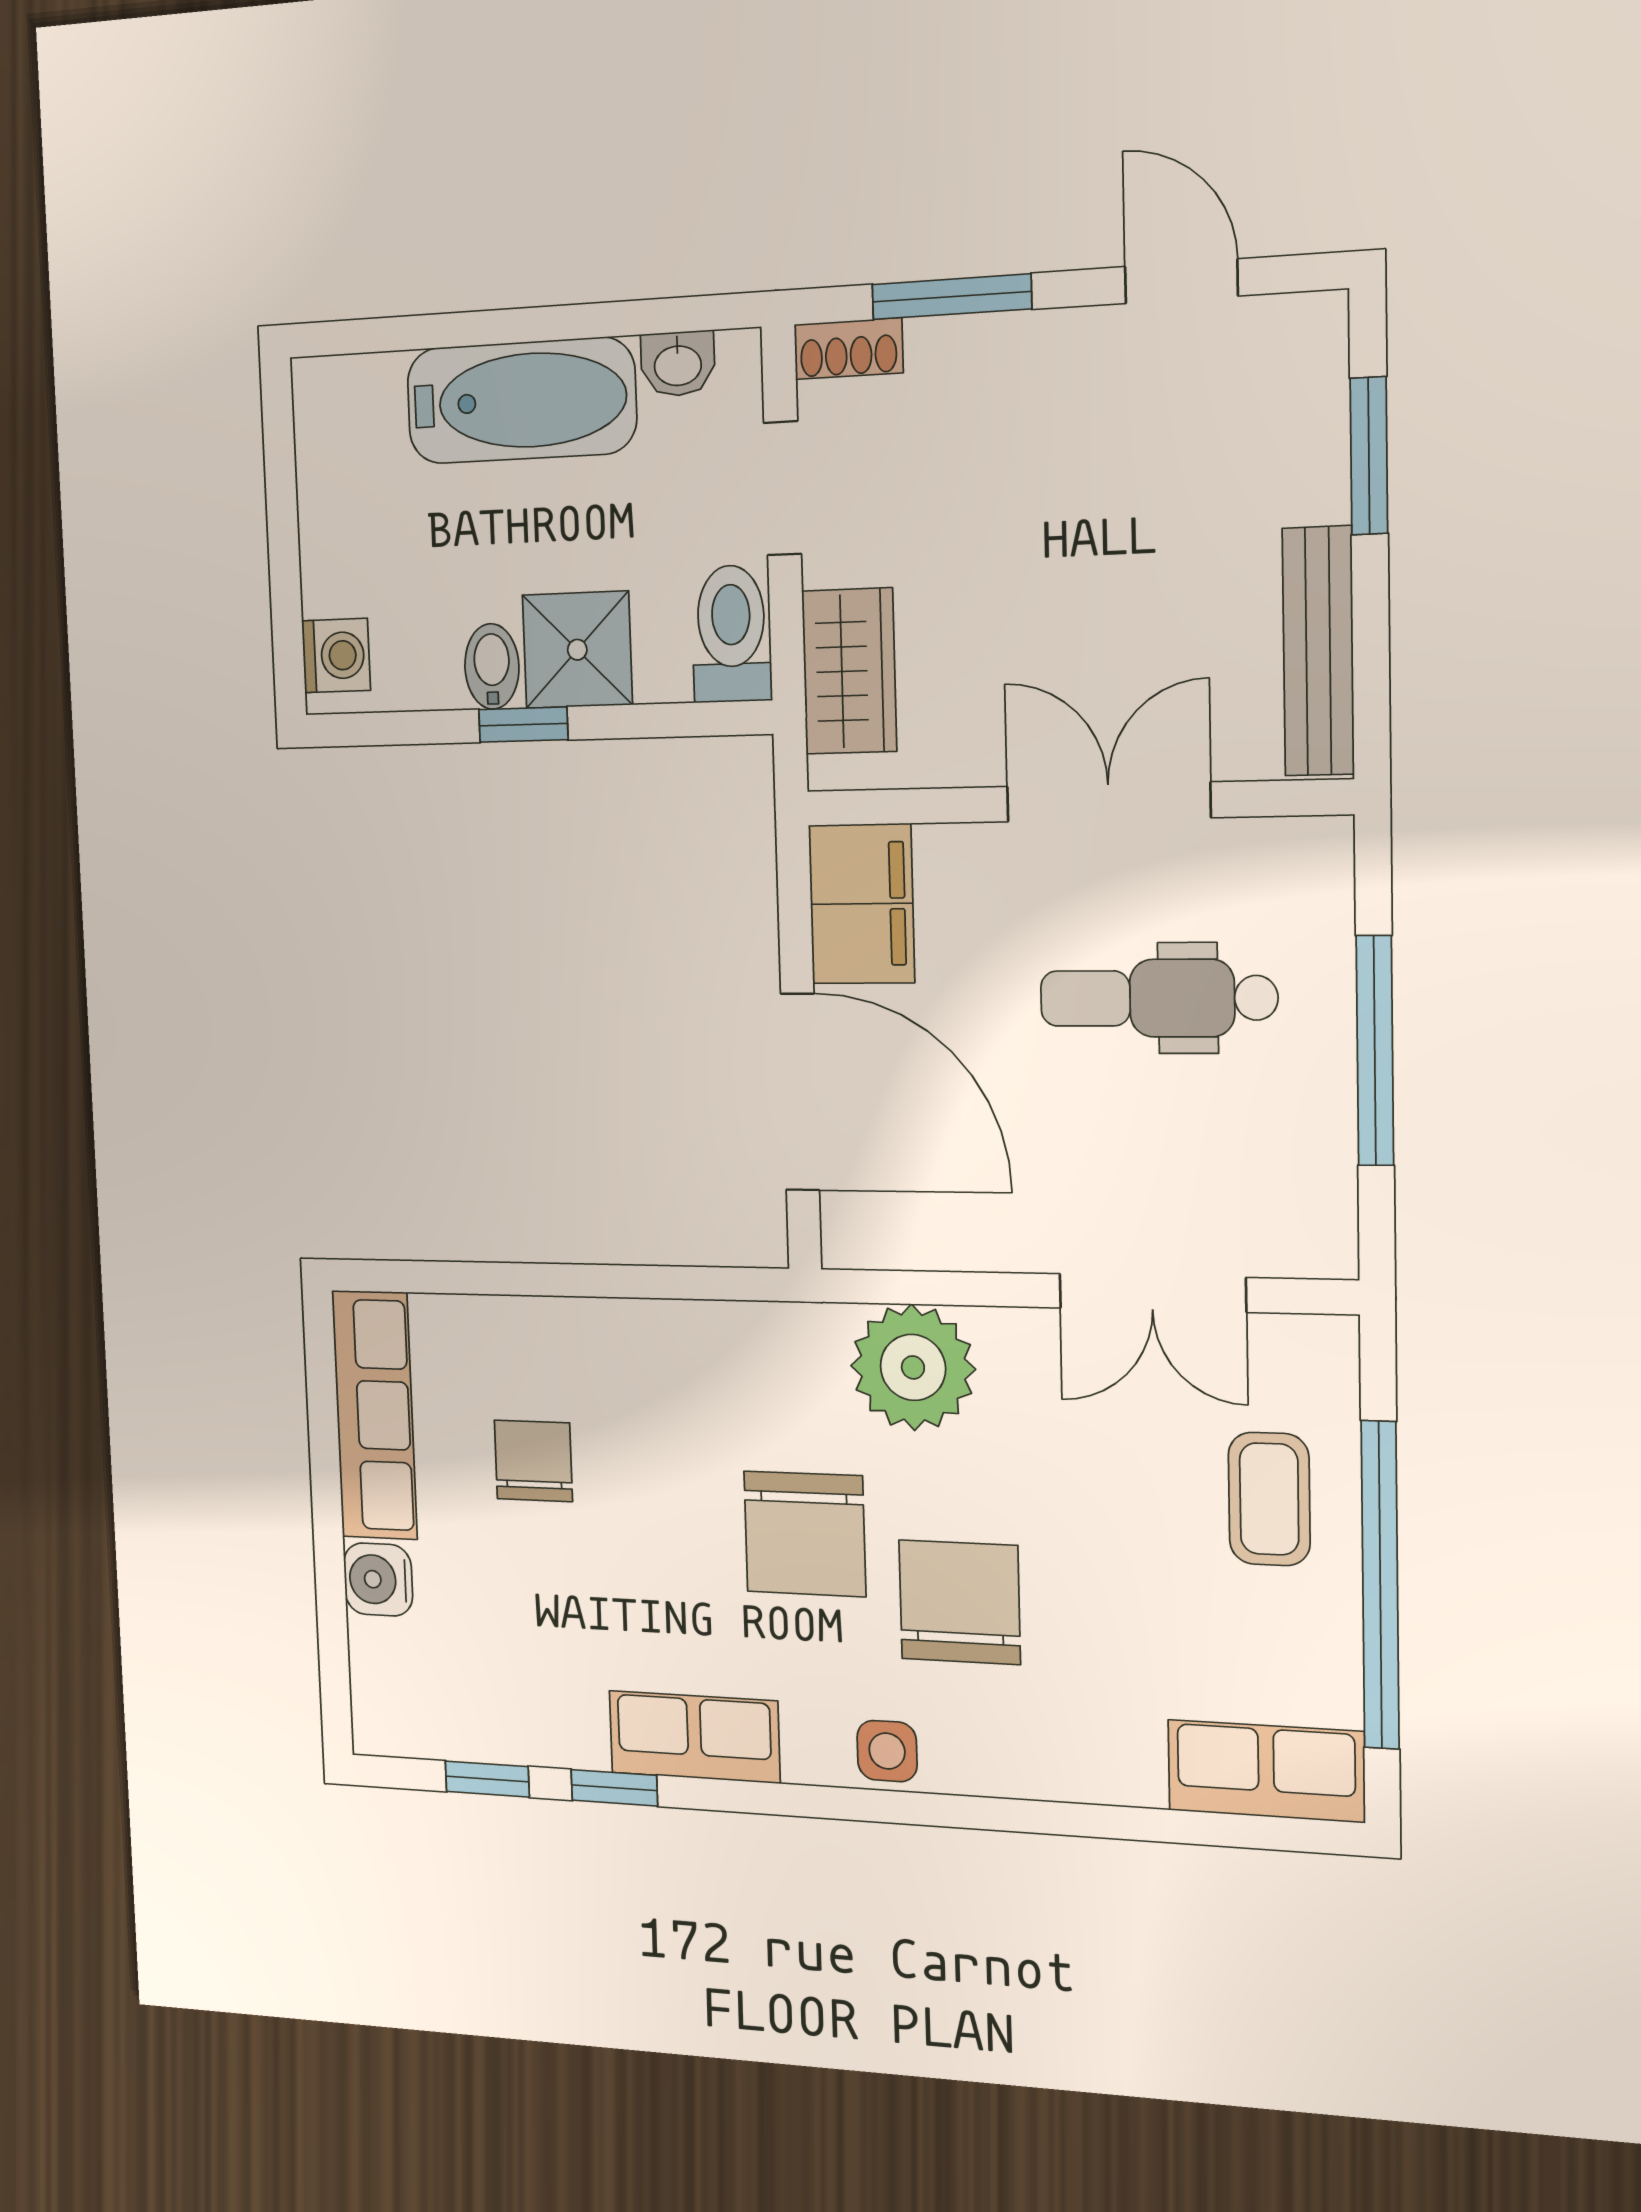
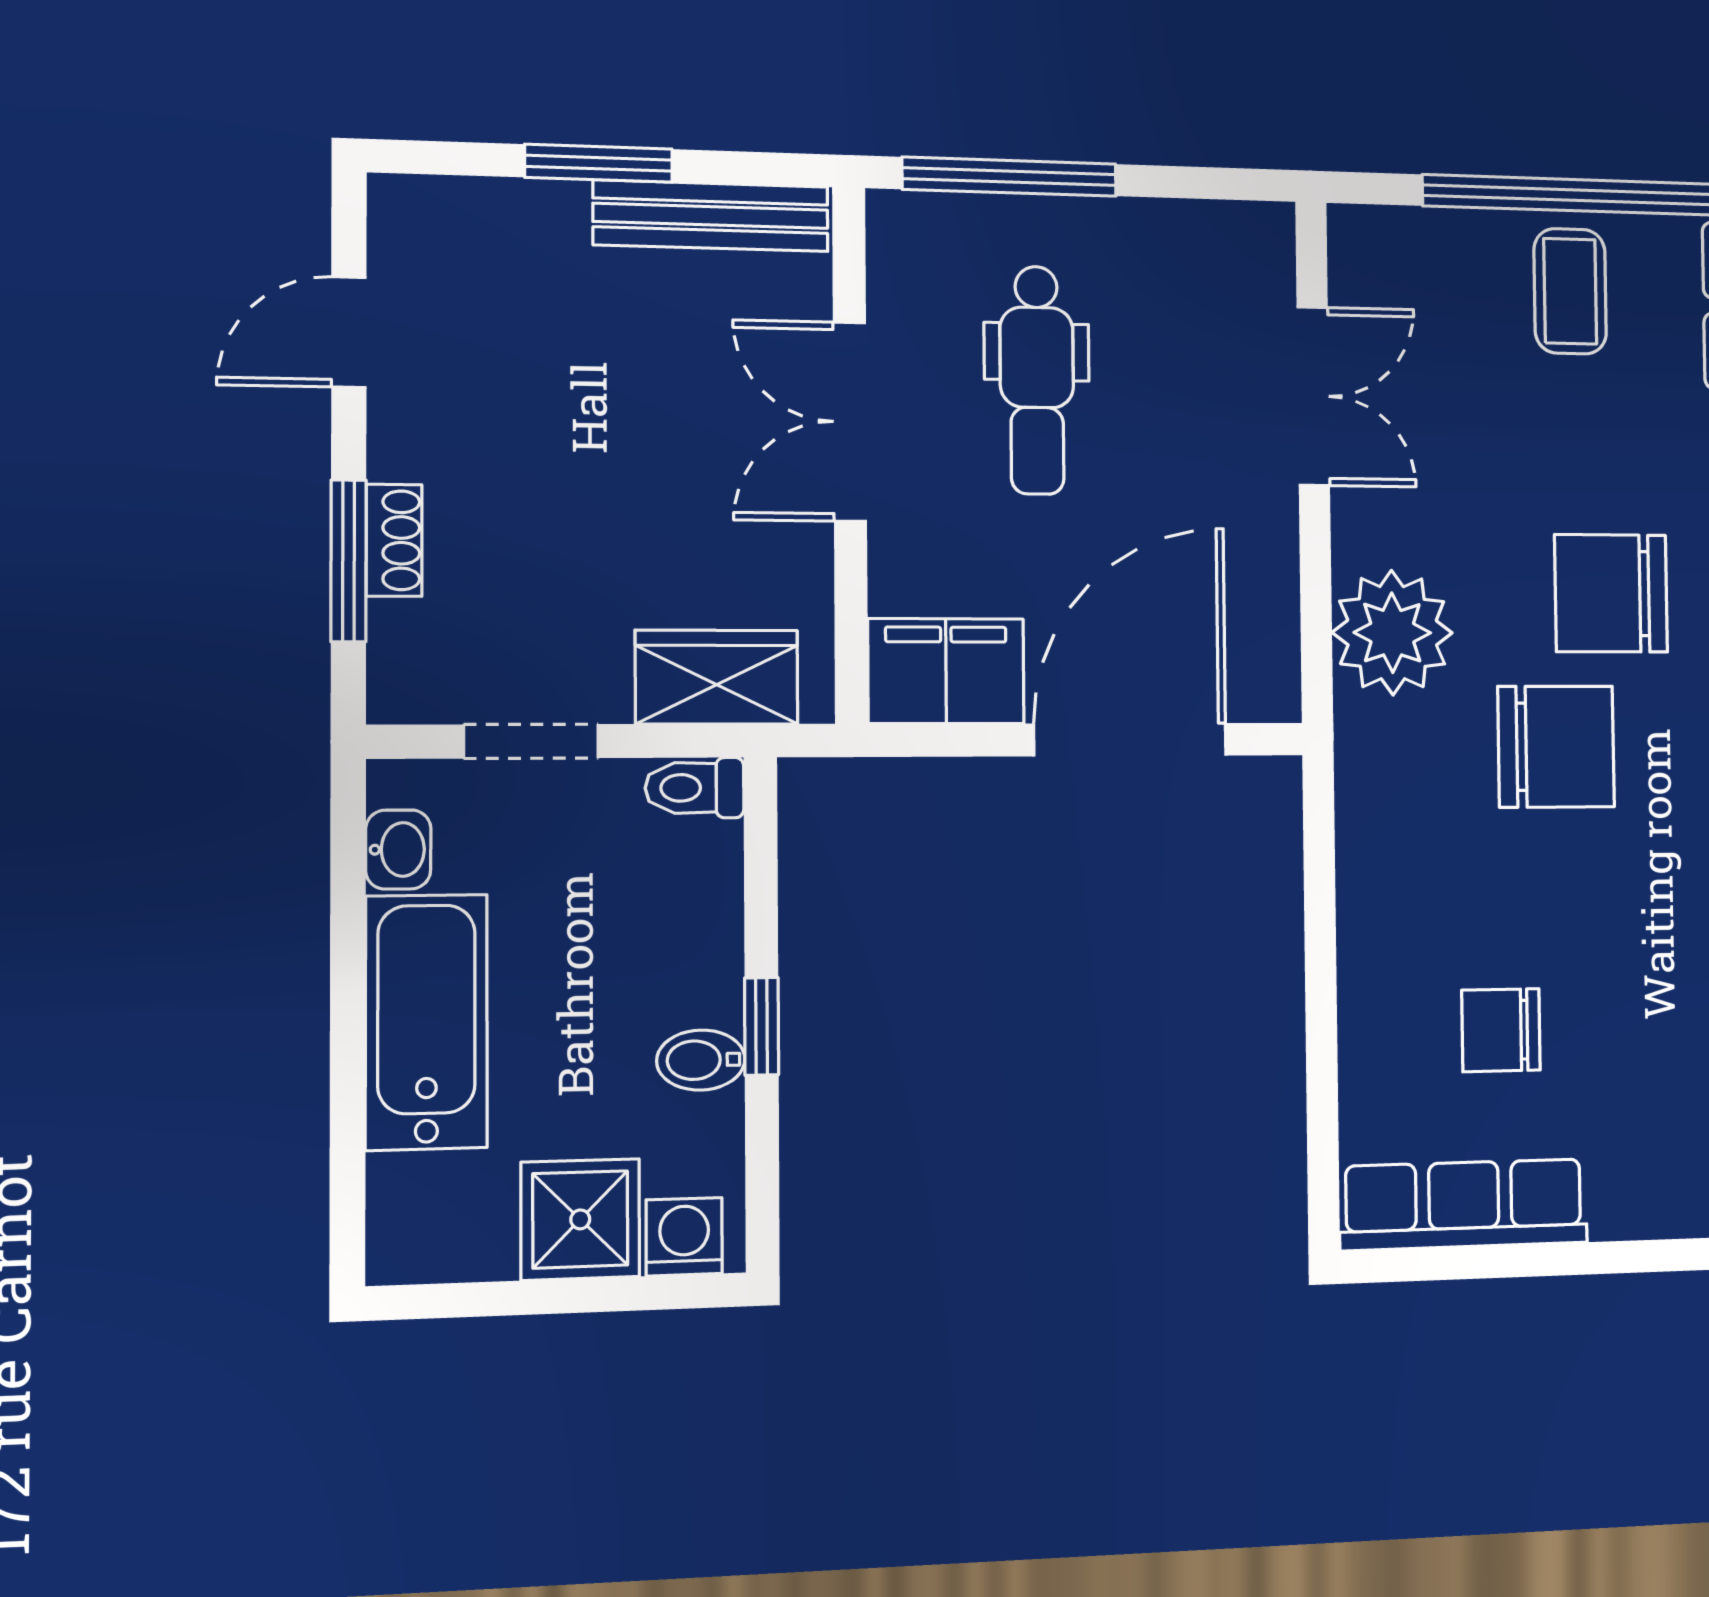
shoe rack: (848, 349) -> (394, 540), moved
window: (1369, 456) -> (599, 163), moved
toilet: (731, 634) -> (695, 788), width x0.73, depth x0.72
shower: (577, 650) -> (580, 1219), moved
window: (1375, 1051) -> (1010, 177), moved
coffee table: (1269, 1499) -> (1570, 291), moved, turned 90
water cooler: (378, 1579) -> (1628, 1203), removed

